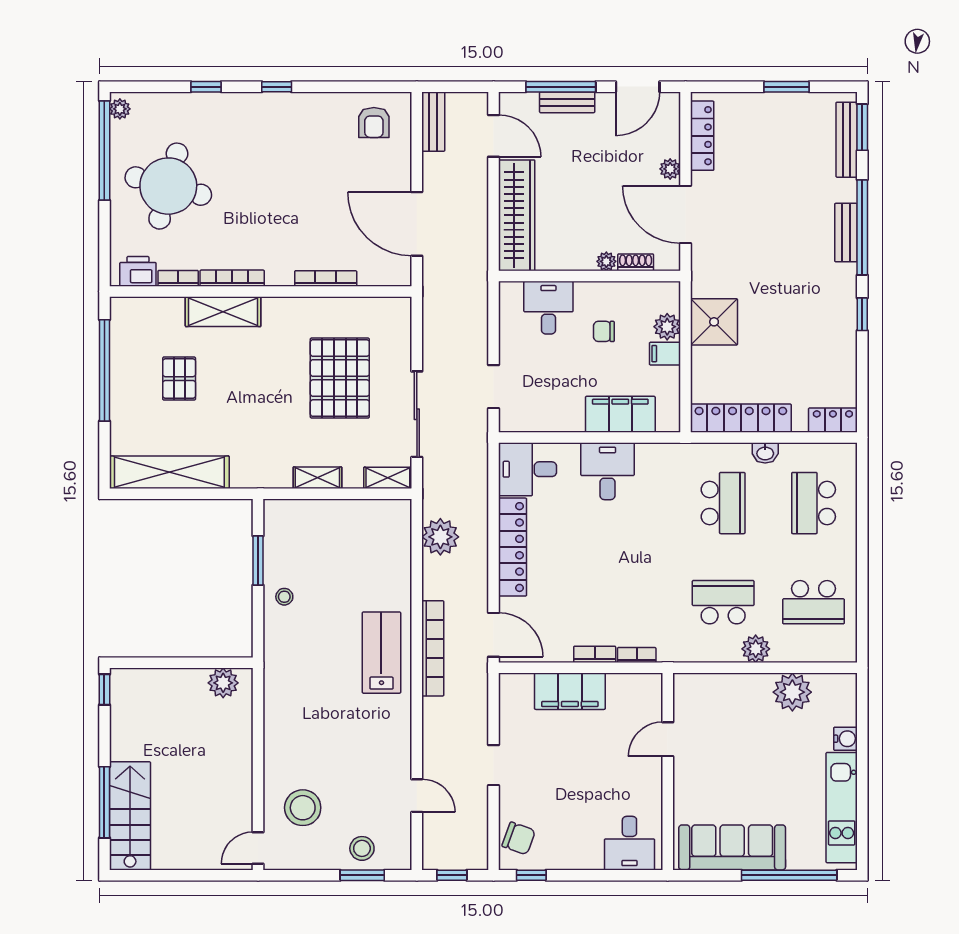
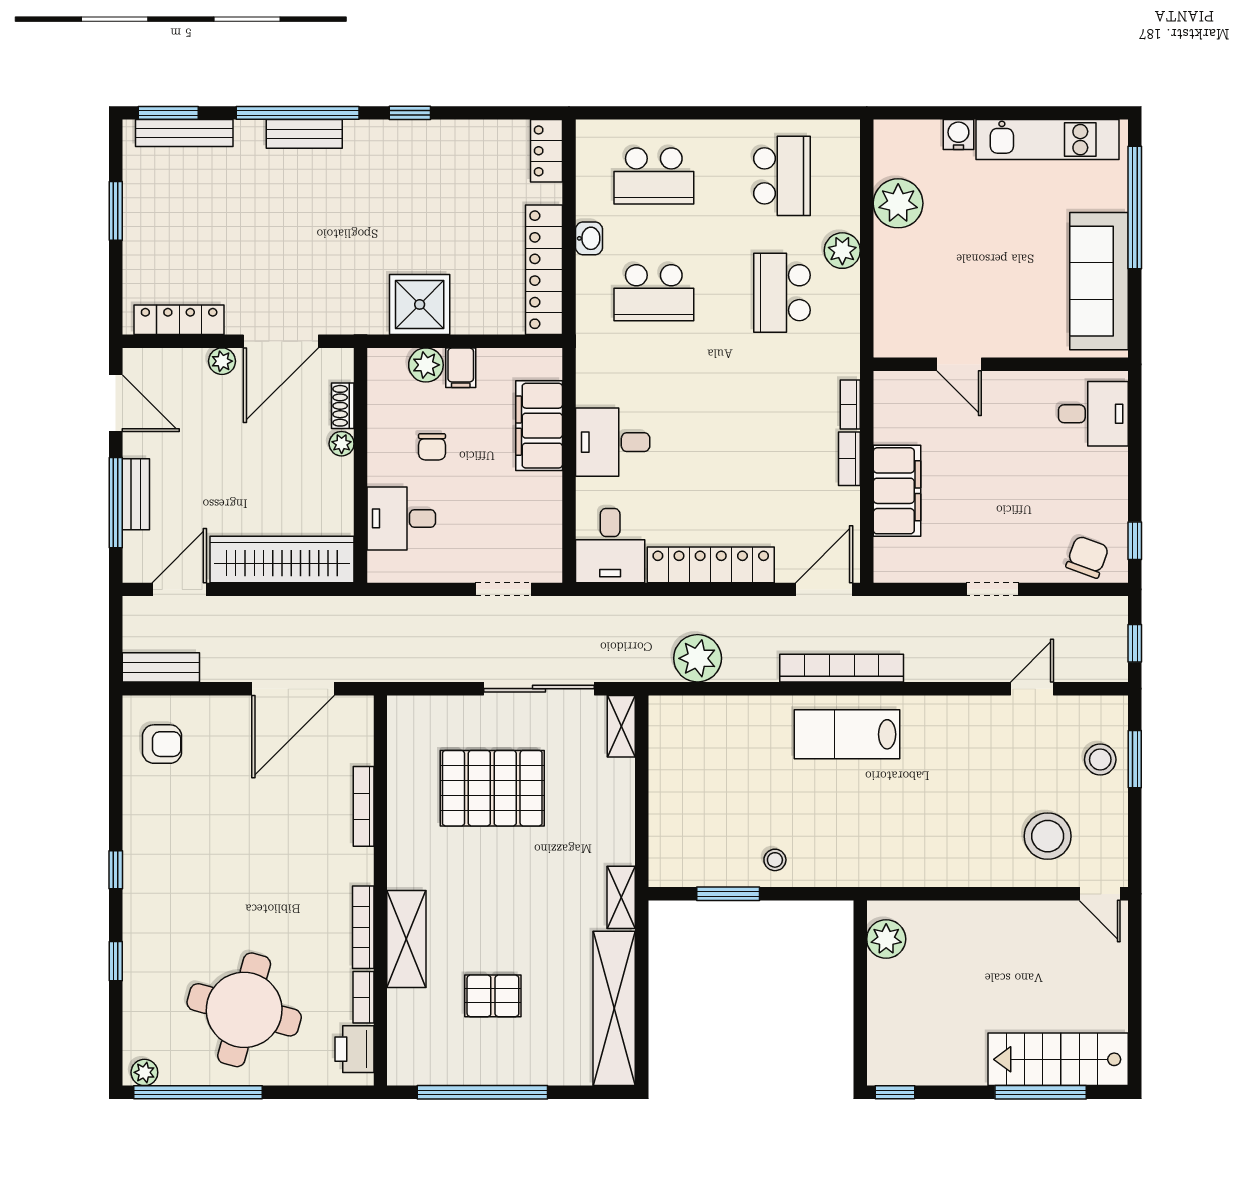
shelving: (317, 478) -> (621, 897), moved
school desk: (723, 503) -> (654, 293), turned 180

